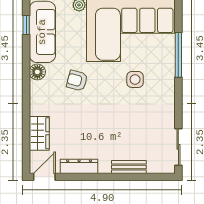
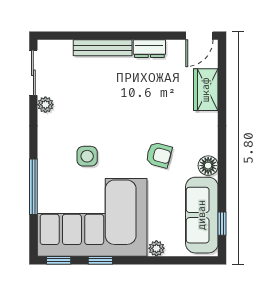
plant: (169, 121) -> (45, 105), added
dresser: (79, 166) -> (149, 49), width x0.70
bench: (129, 167) -> (103, 48), width x1.36

